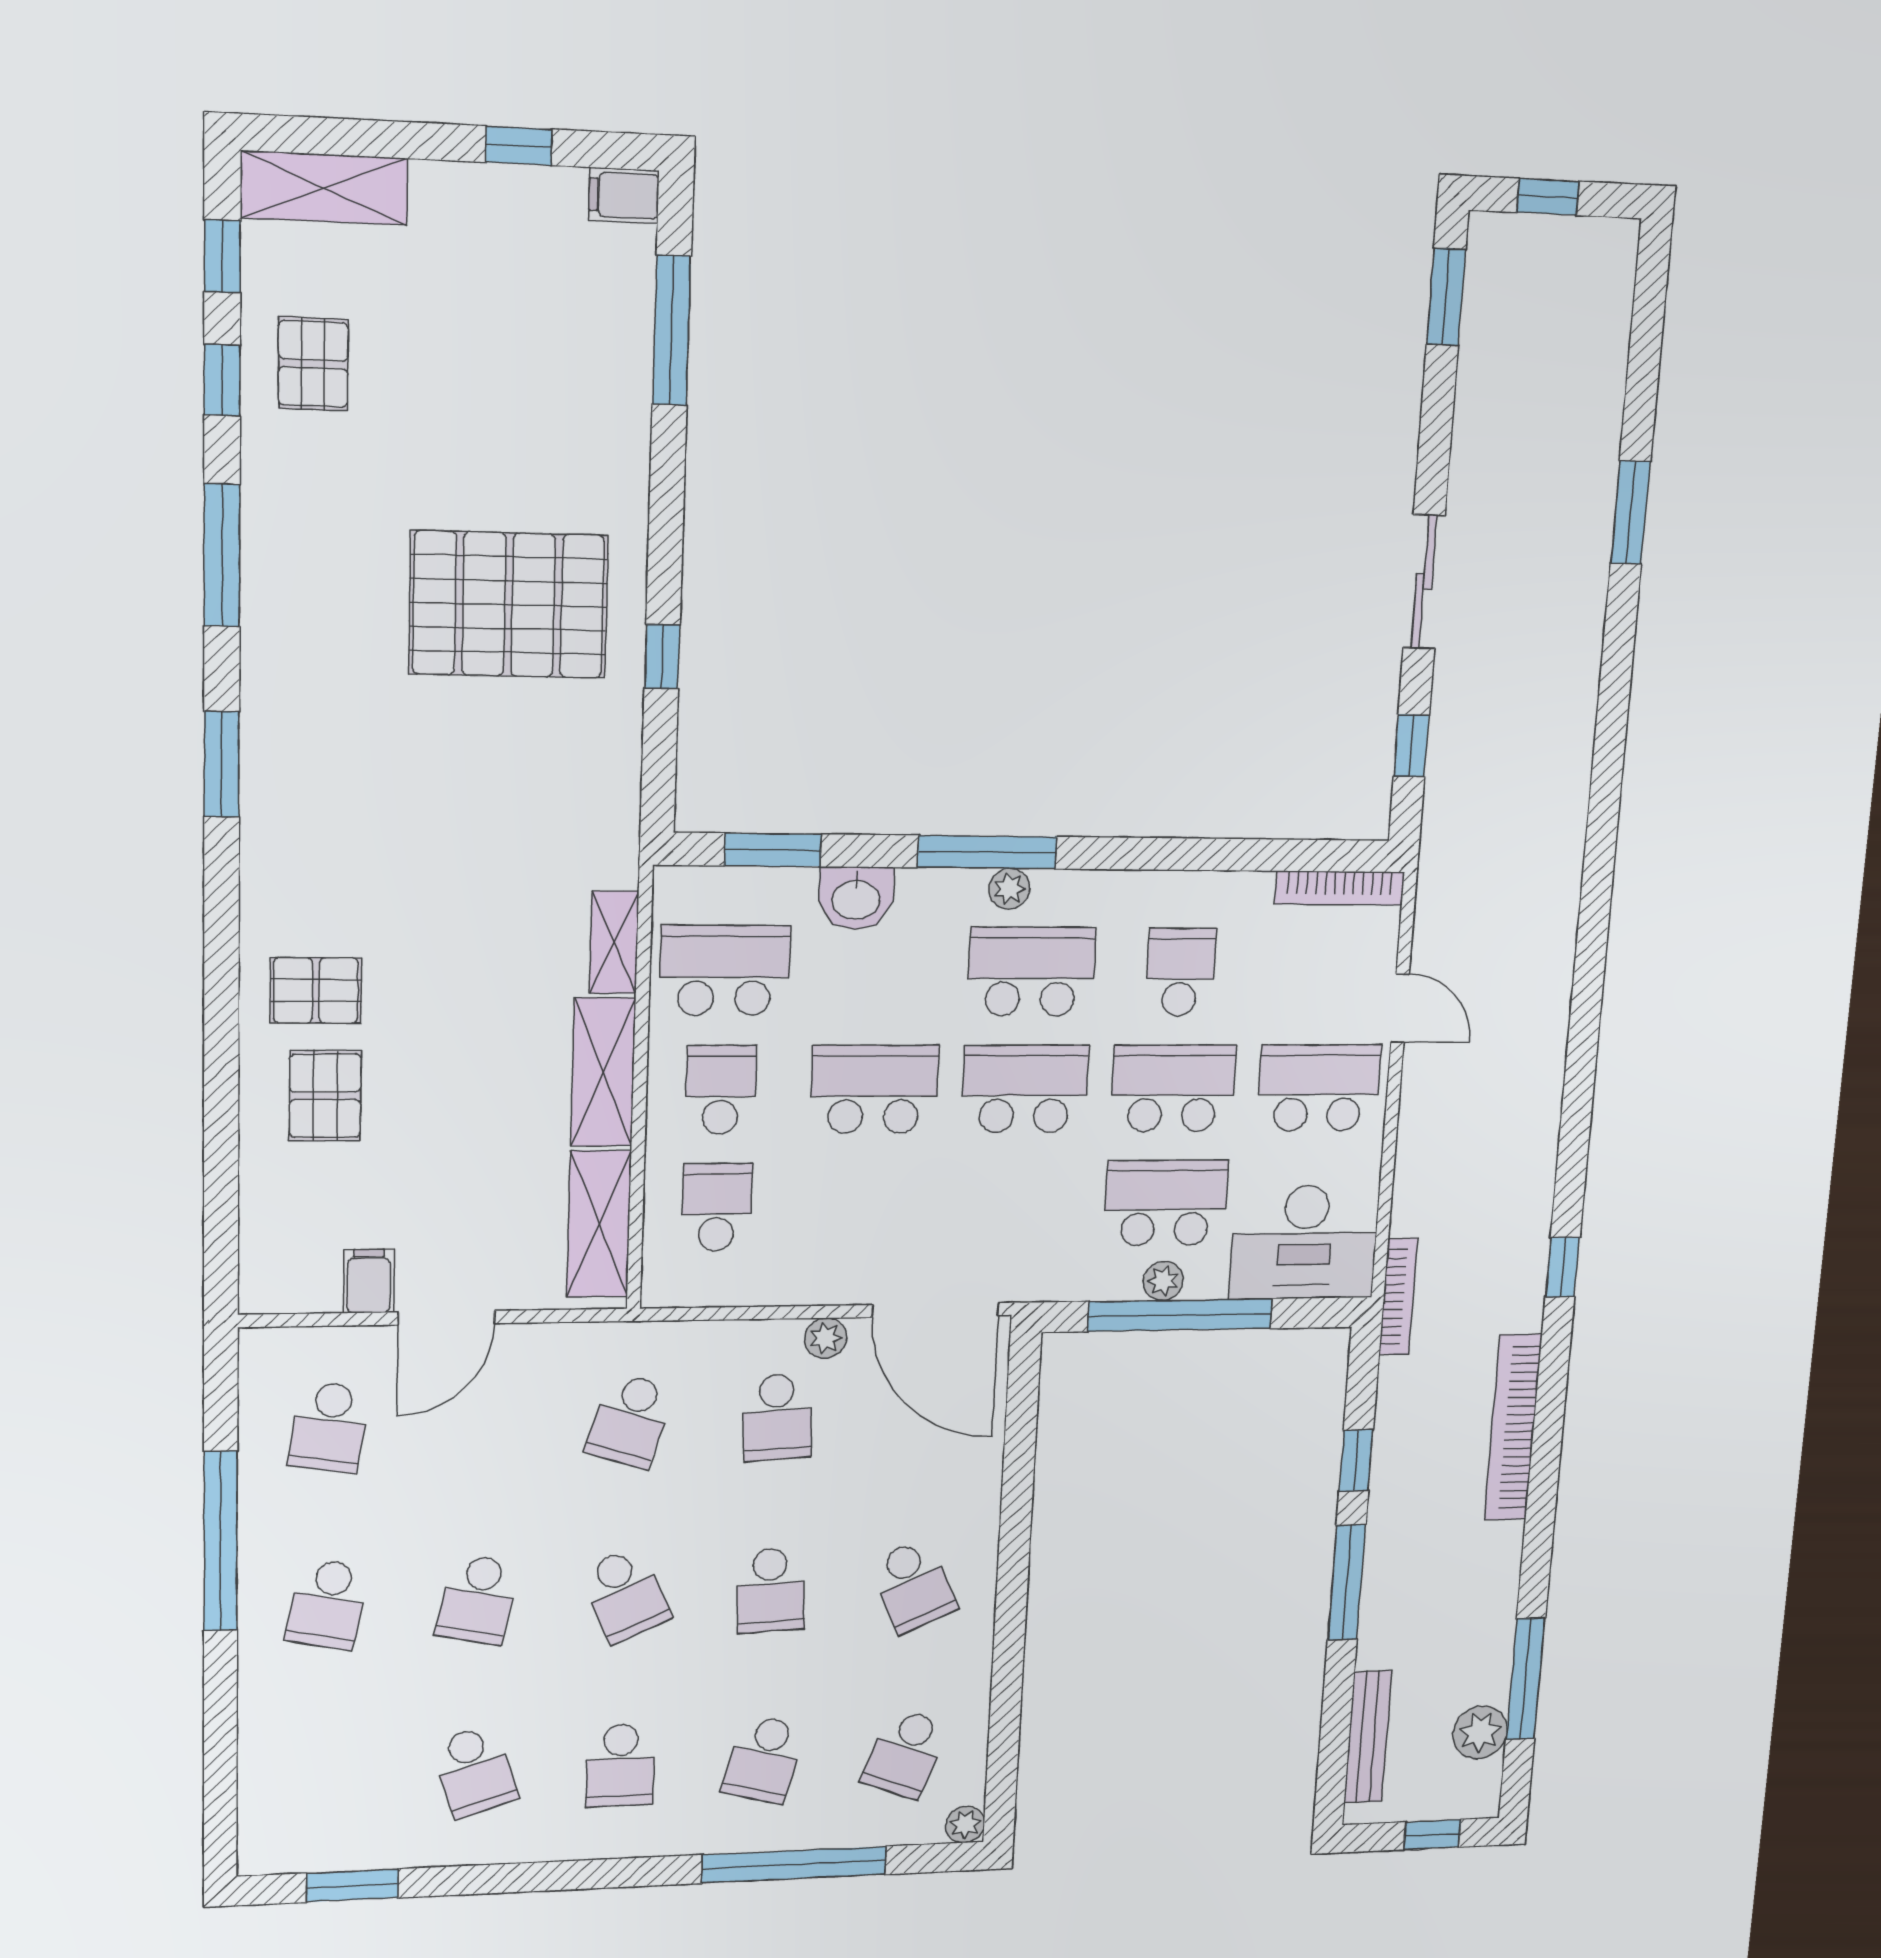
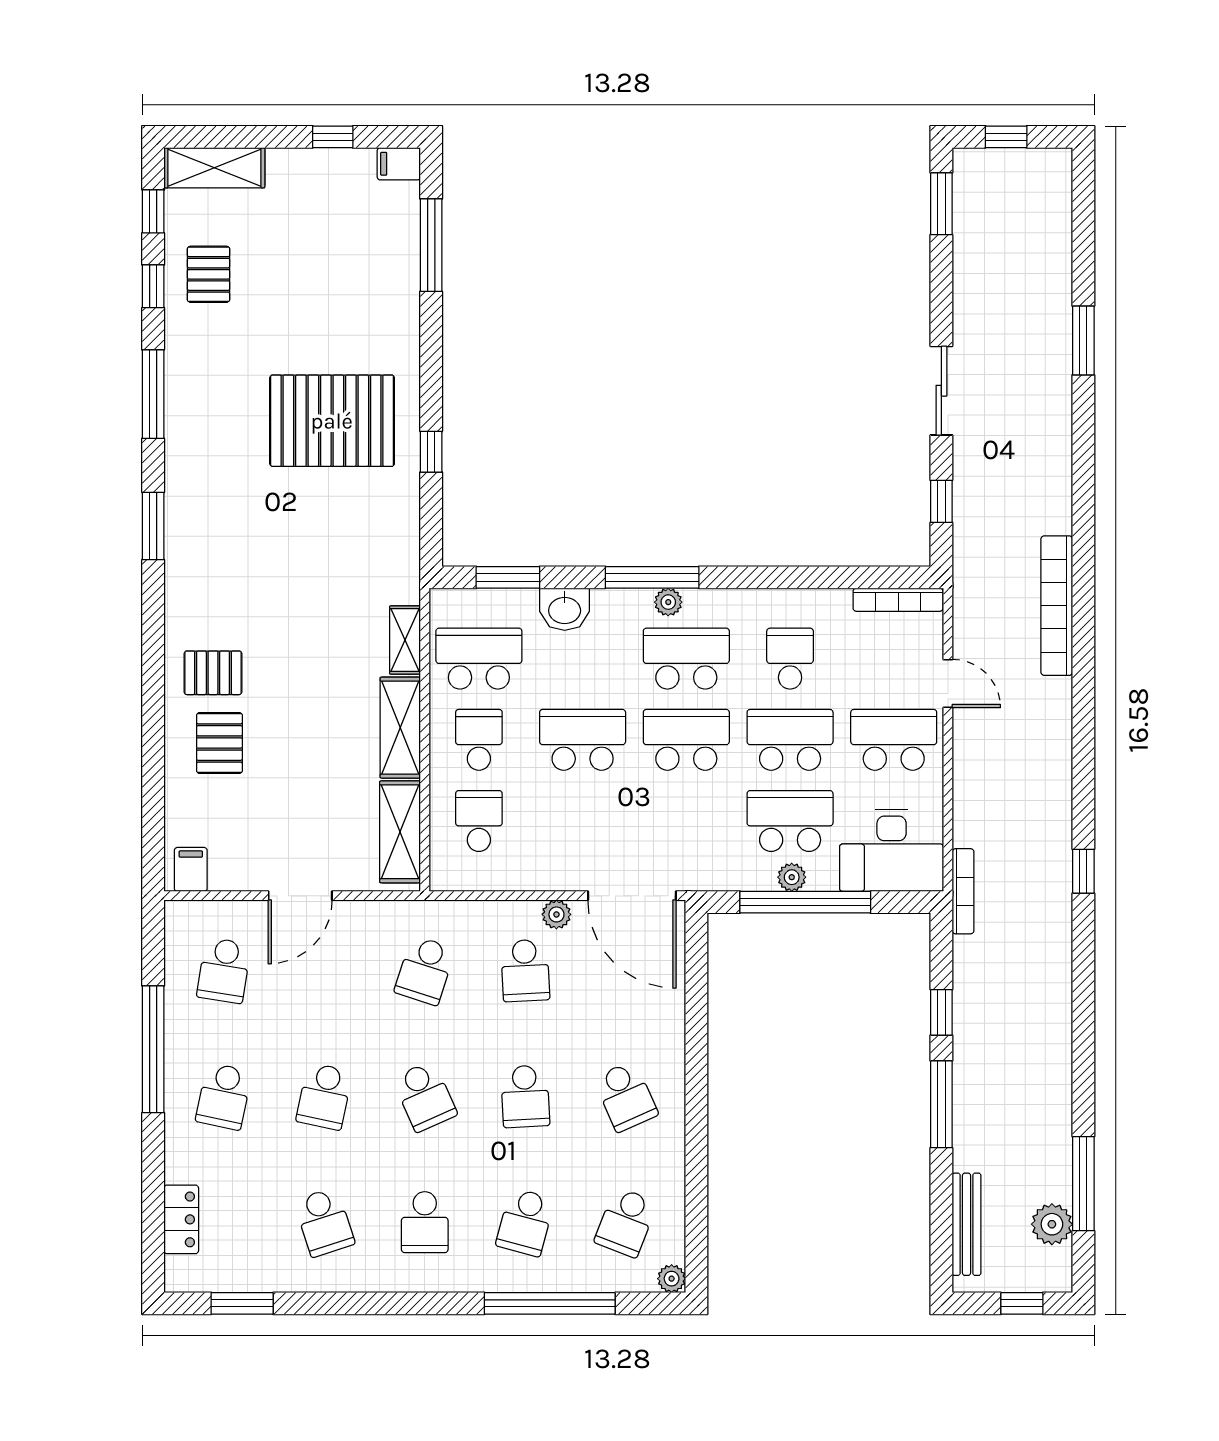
filing cabinet: (369, 1281) -> (191, 869), moved
bookcase: (1513, 1428) -> (1057, 606), moved
locker: (262, 1776) -> (181, 1219), added

